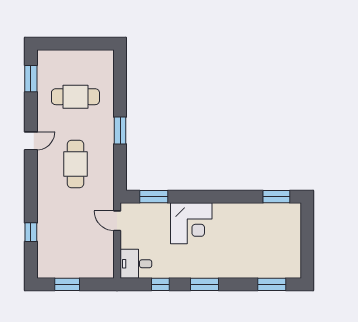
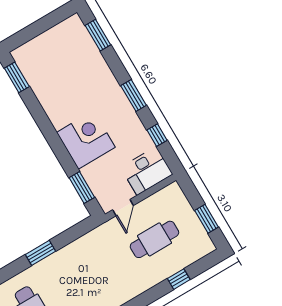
cafe table: (75, 164) -> (154, 239), moved
desk: (136, 264) -> (147, 171), width x1.37

